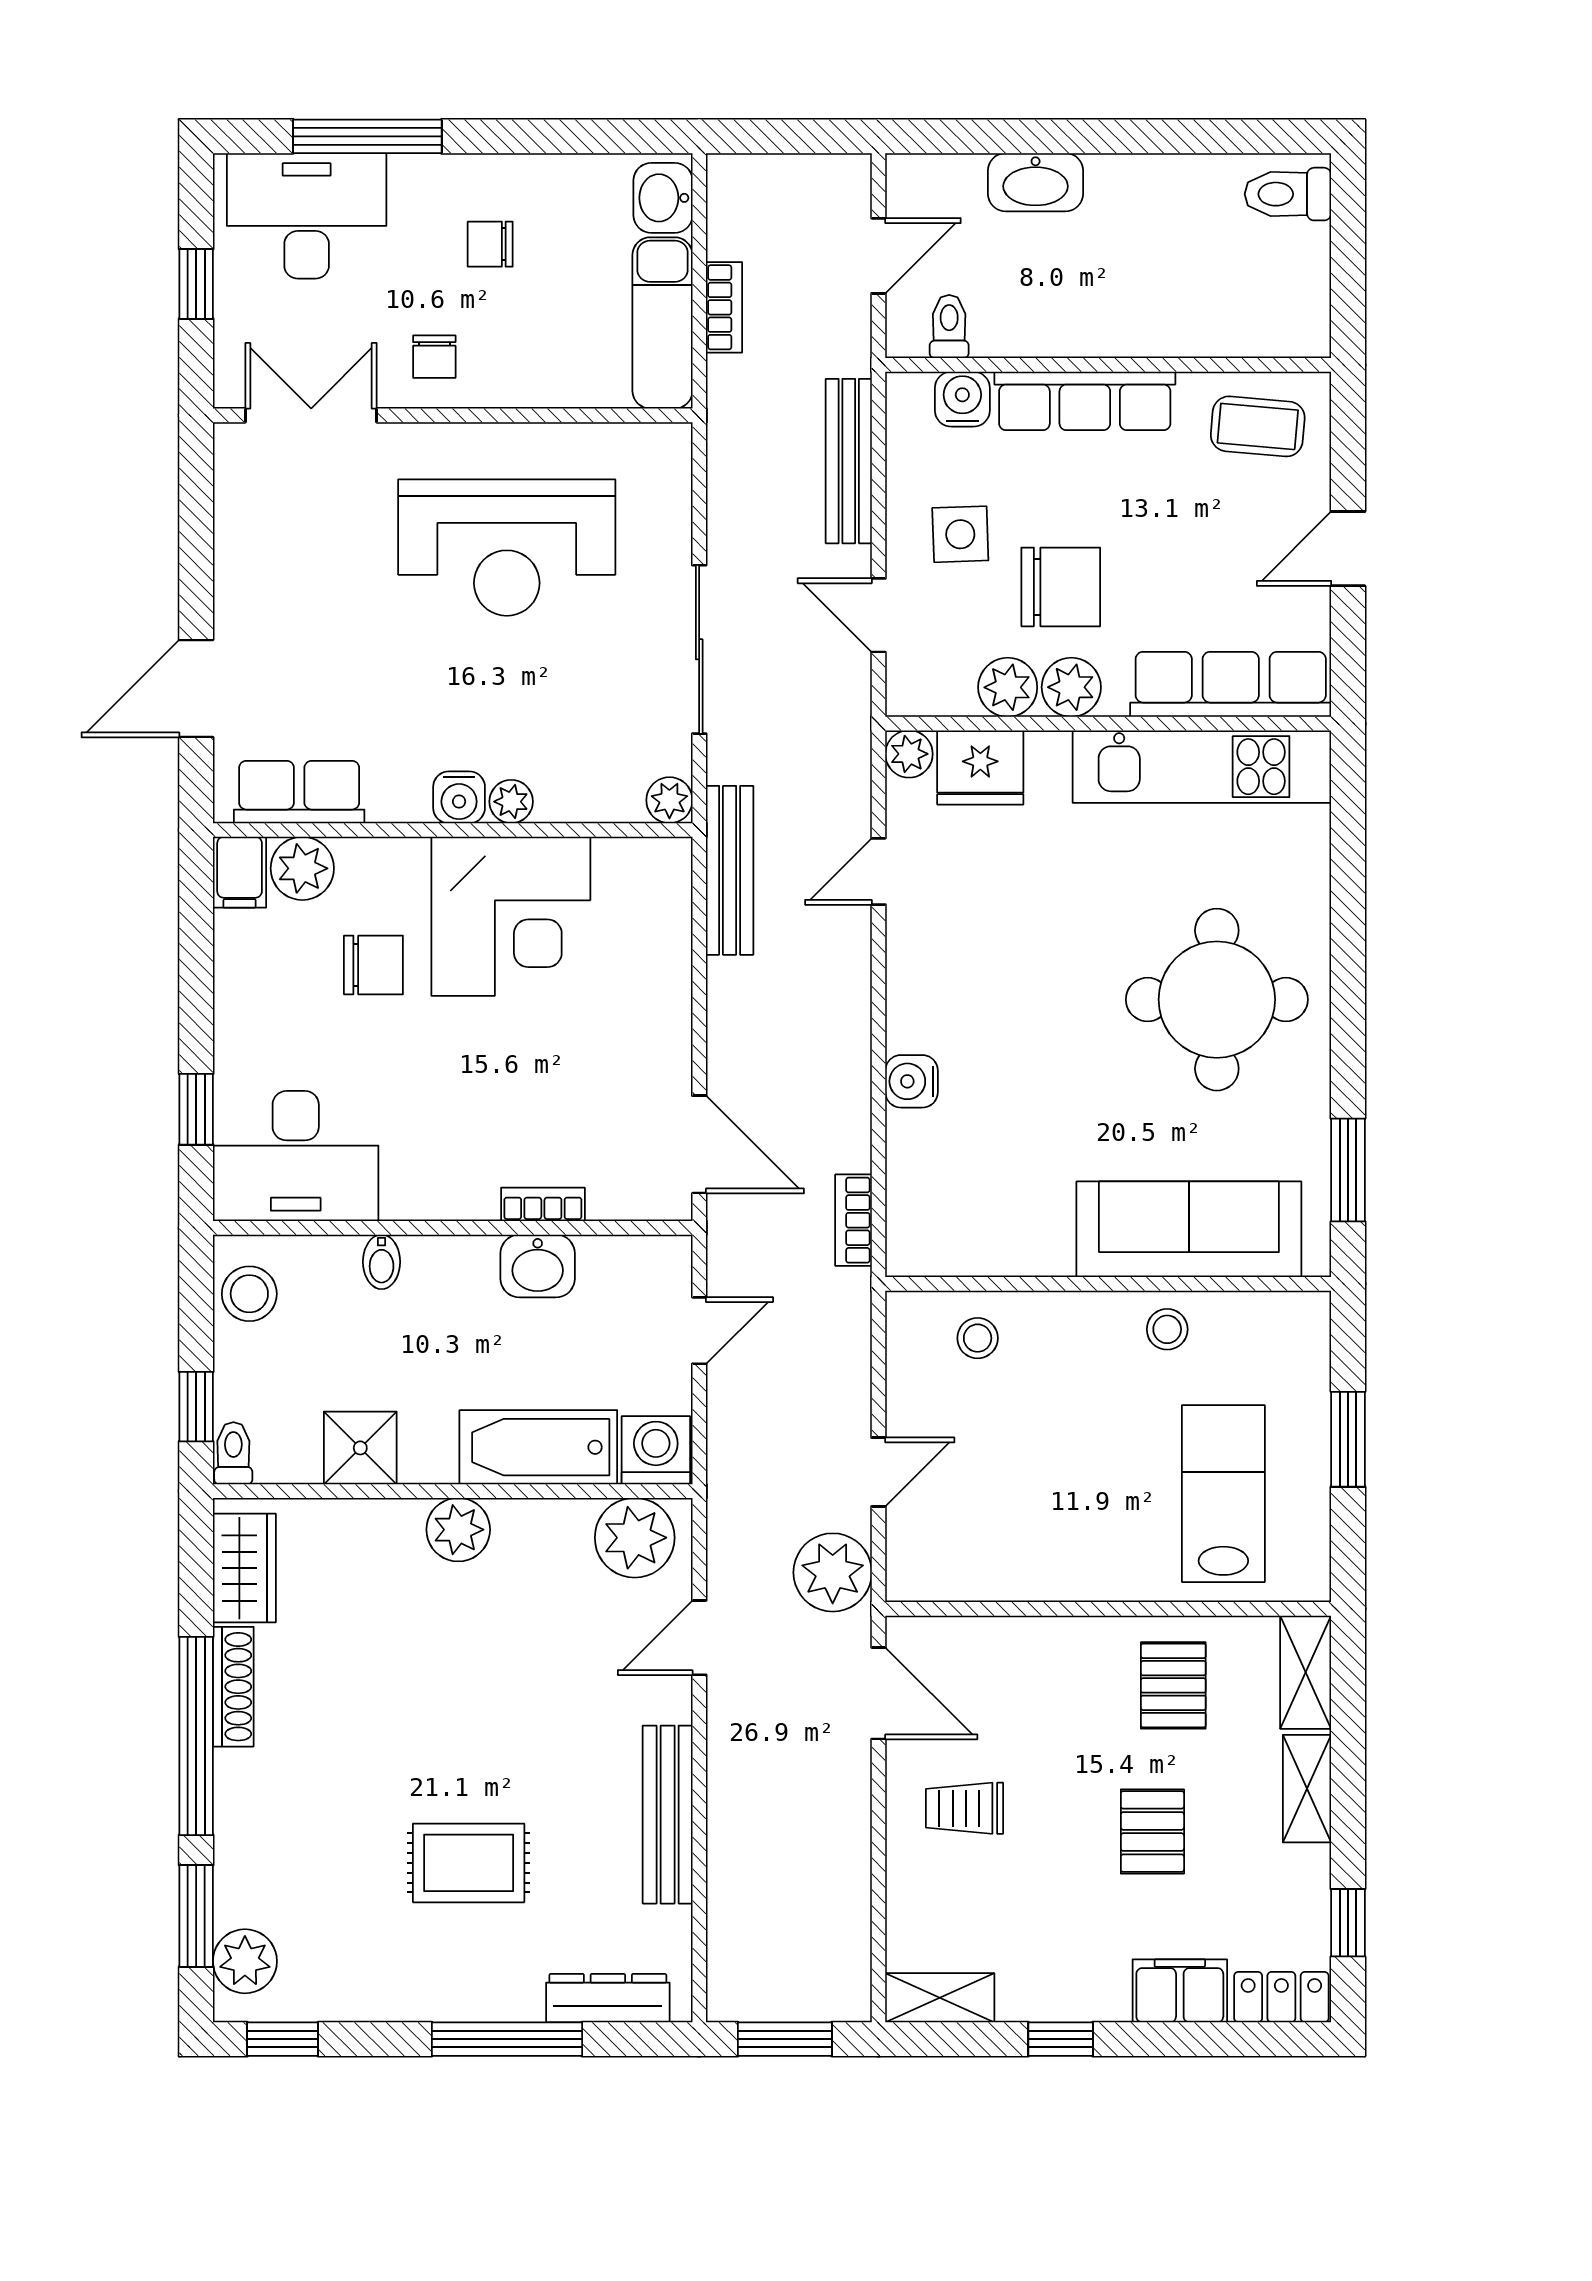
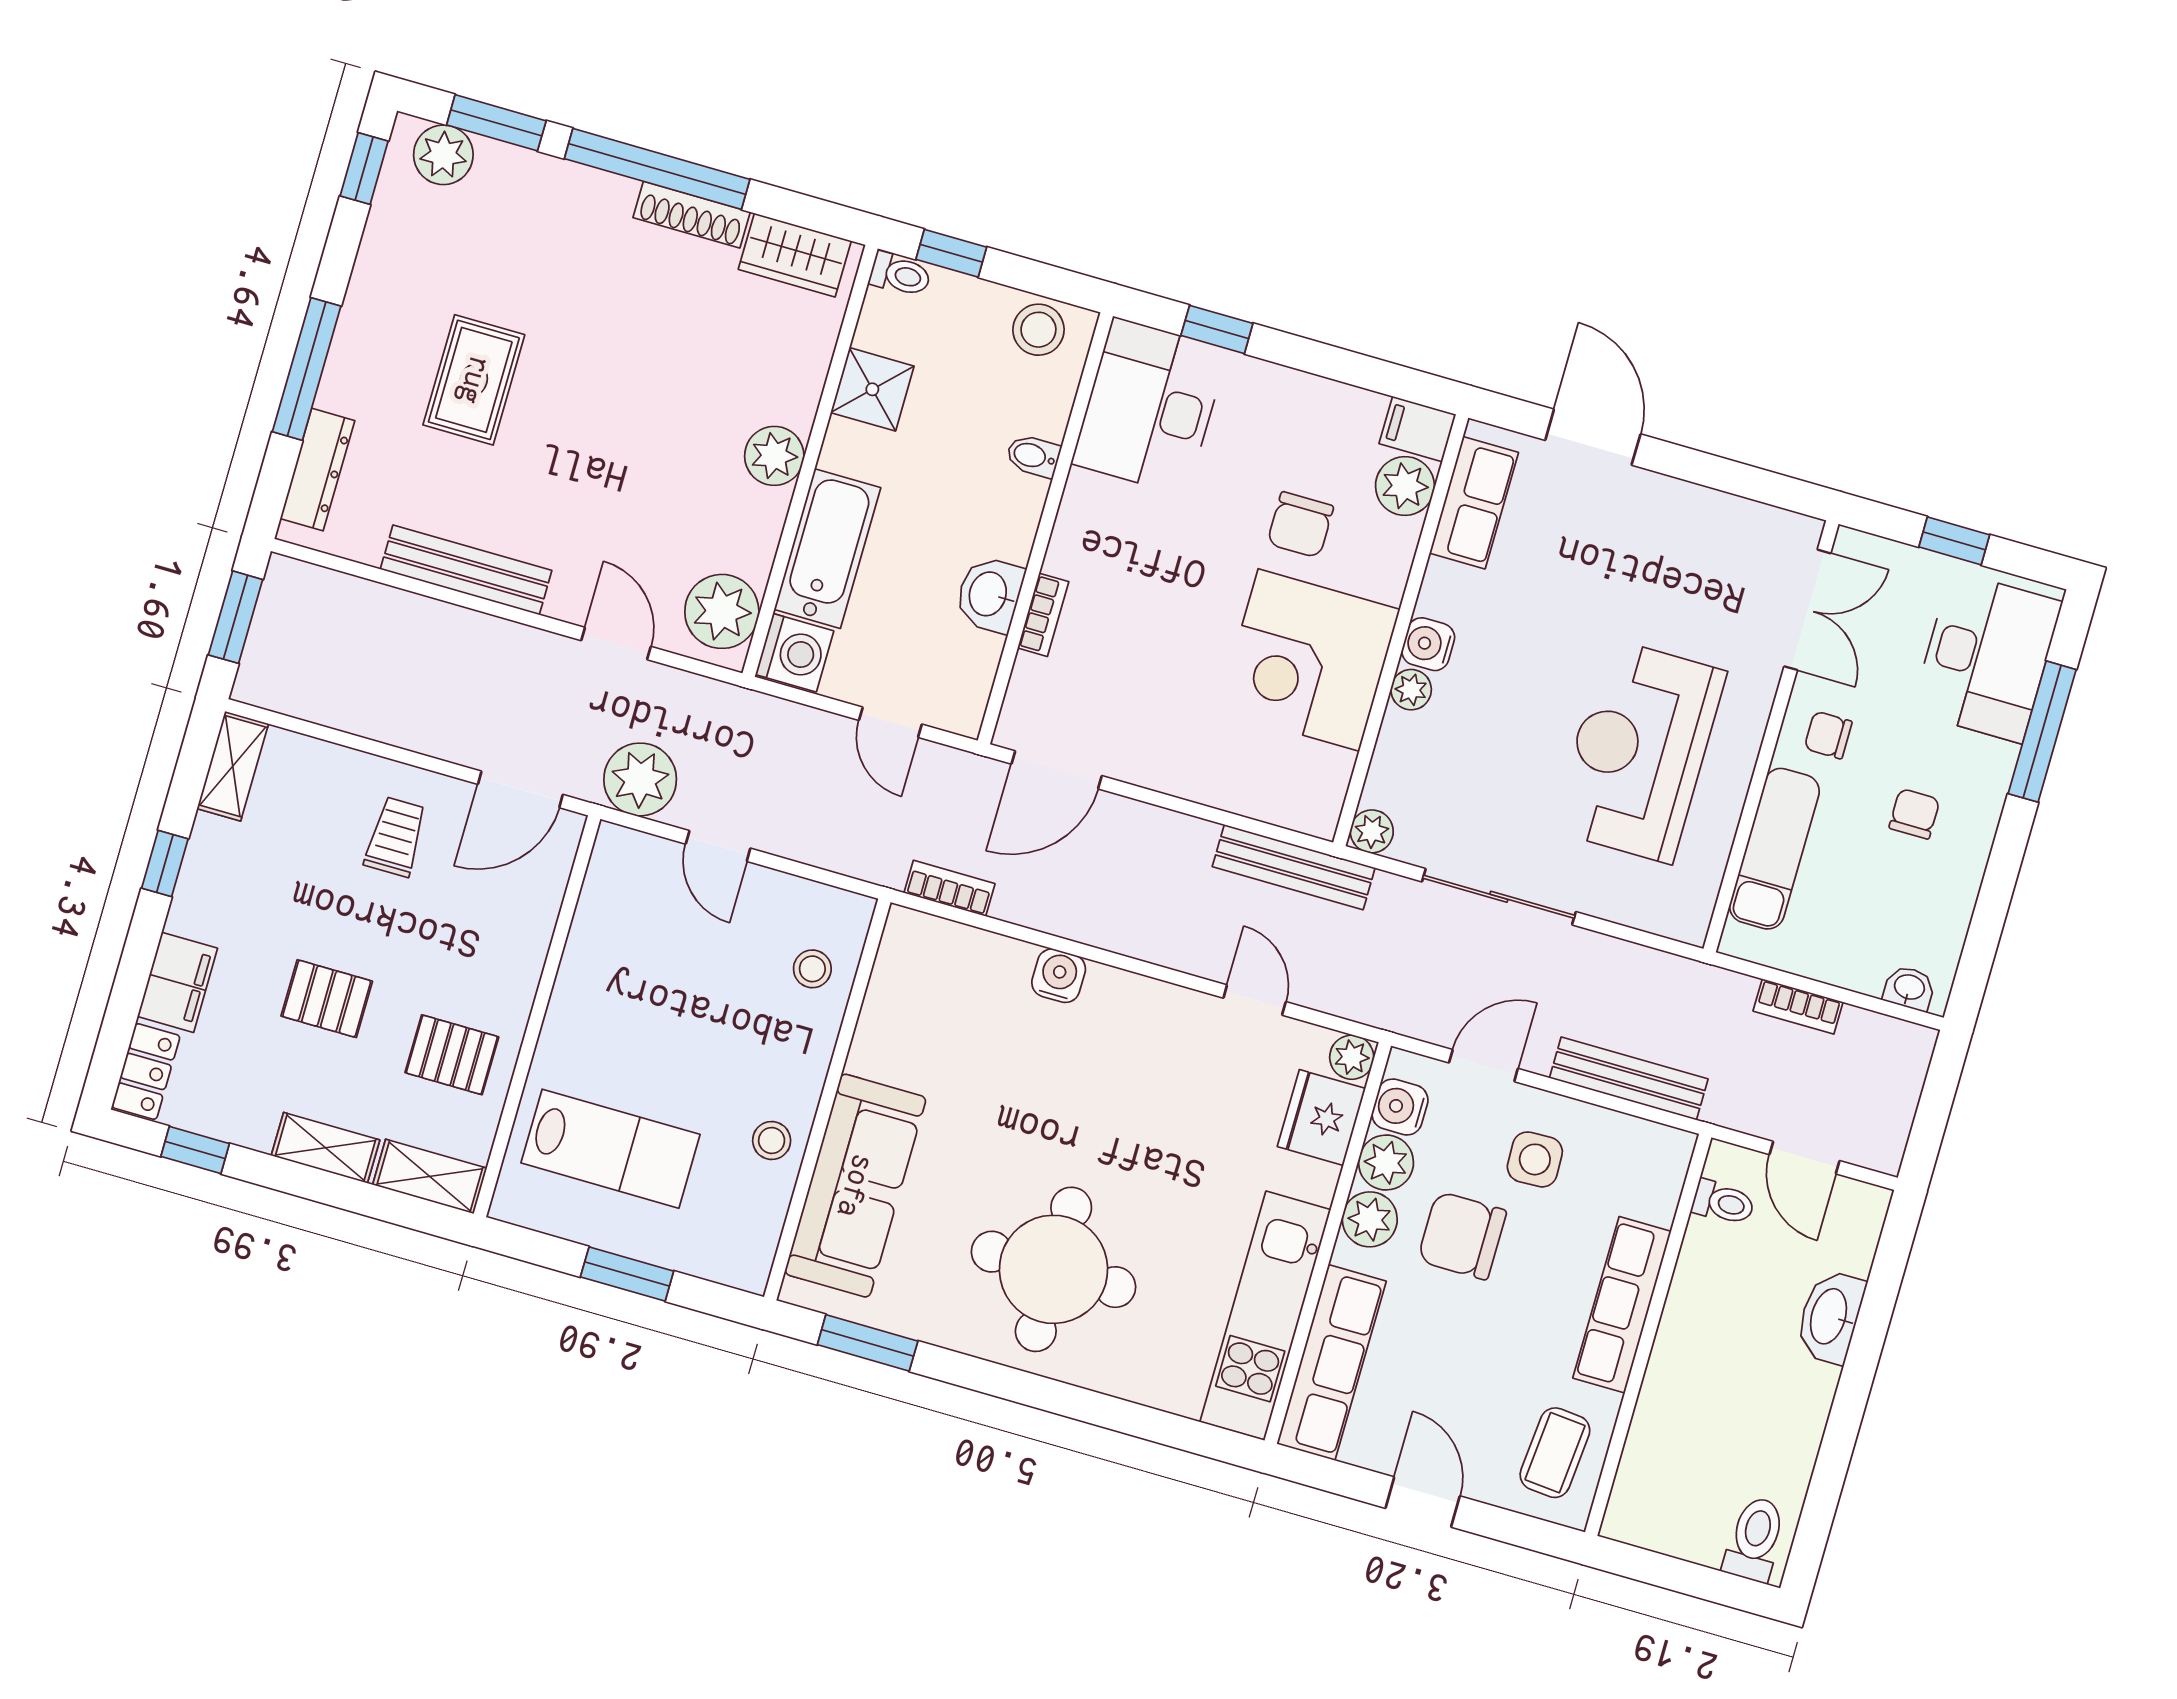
washbasin: (663, 198) -> (1909, 988), width x0.72, depth x0.69
exam couch: (662, 323) -> (1774, 849), moved, turned 90
water cooler: (962, 399) -> (1400, 1107), moved, turned 180
chair: (1061, 587) -> (1462, 1236), turned 90

